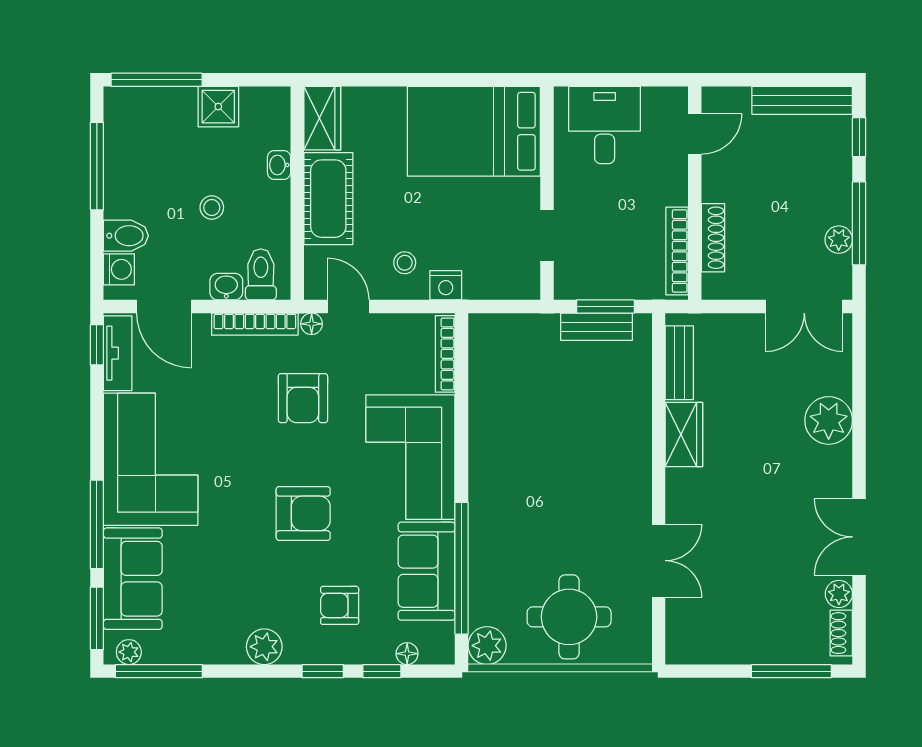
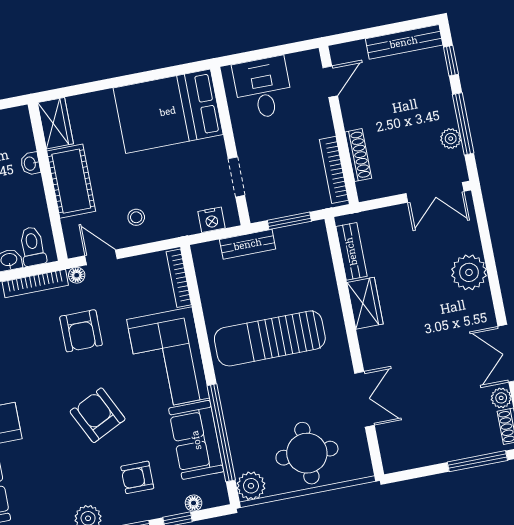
nightstand: (446, 285) -> (212, 220), moved
bench: (596, 327) -> (248, 244), moved
sun lounger: (550, 456) -> (270, 338), added
armchair: (303, 513) -> (98, 415), turned -116

